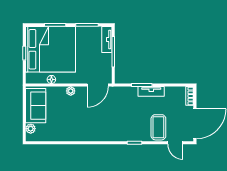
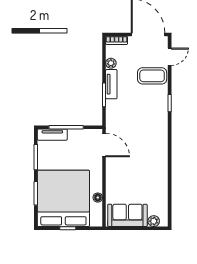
plant: (71, 91) -> (111, 63), moved

